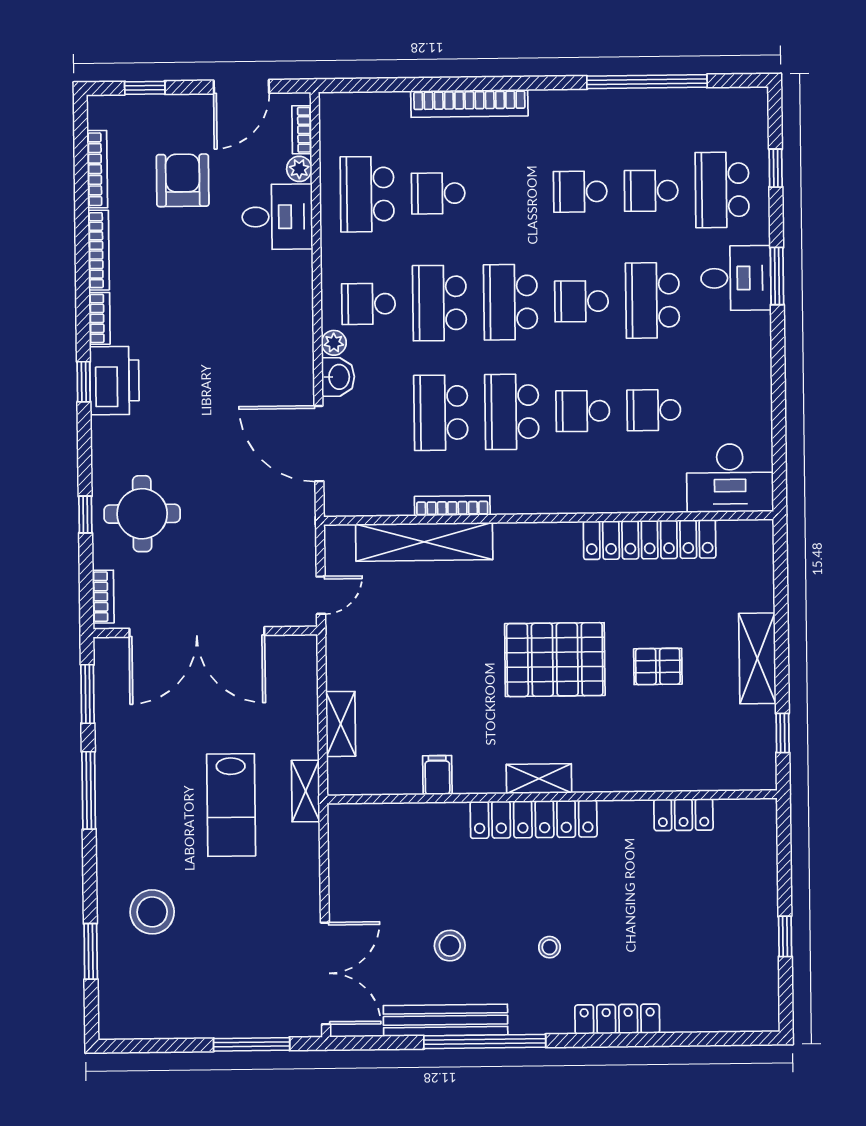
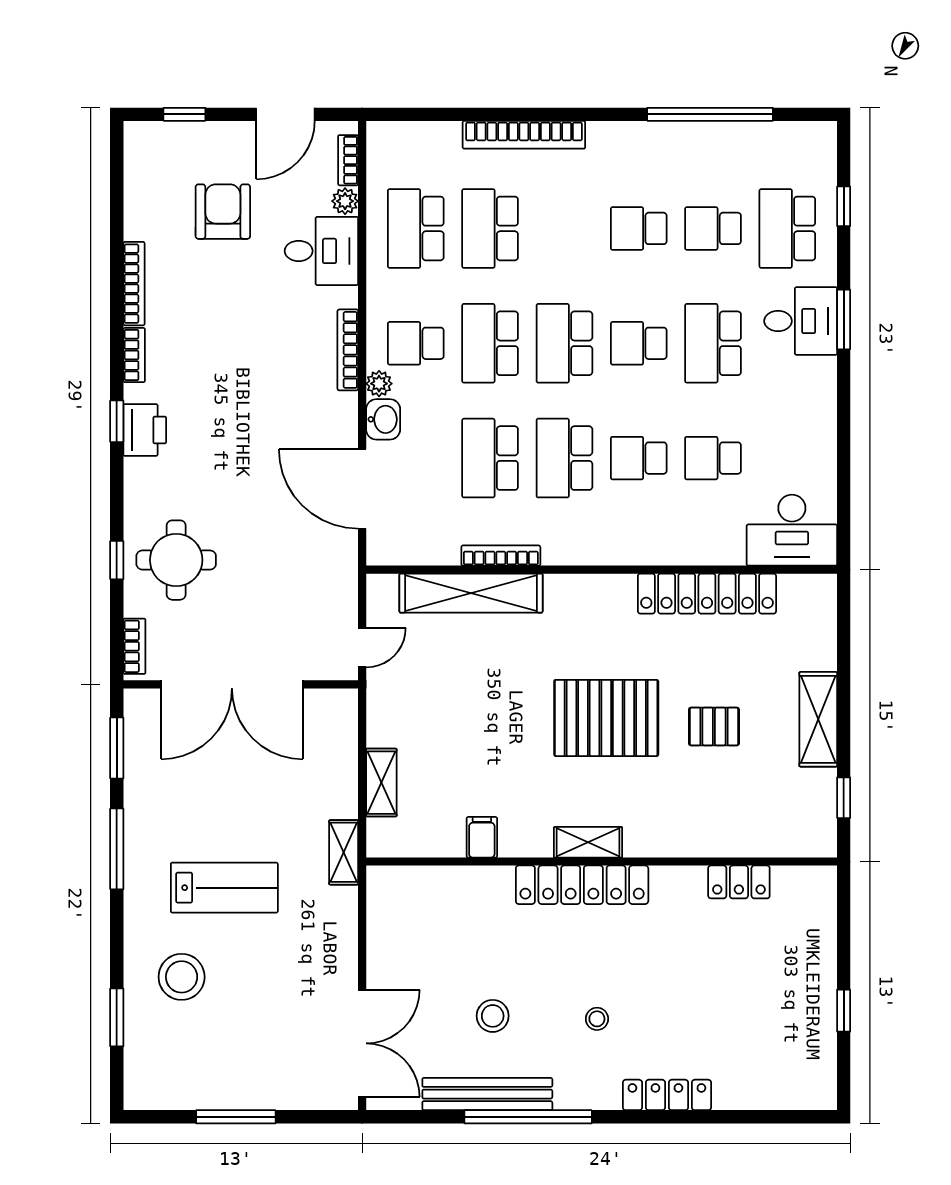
bookcase: (97, 169) -> (348, 350), moved, turned 180
school desk: (438, 193) -> (490, 228), width x1.85
printer: (114, 381) -> (145, 430), width x0.73, depth x0.84
lab bench: (231, 805) -> (224, 888), moved, turned -90
window: (252, 1044) -> (236, 1117), moved

